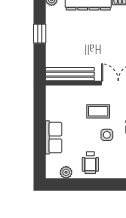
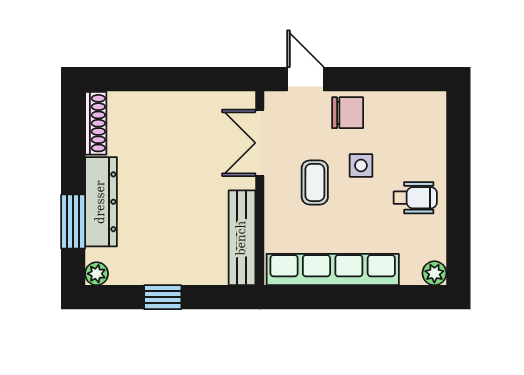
row of seats: (54, 137) -> (333, 269), width x2.02
plant: (66, 172) -> (434, 273), moved

